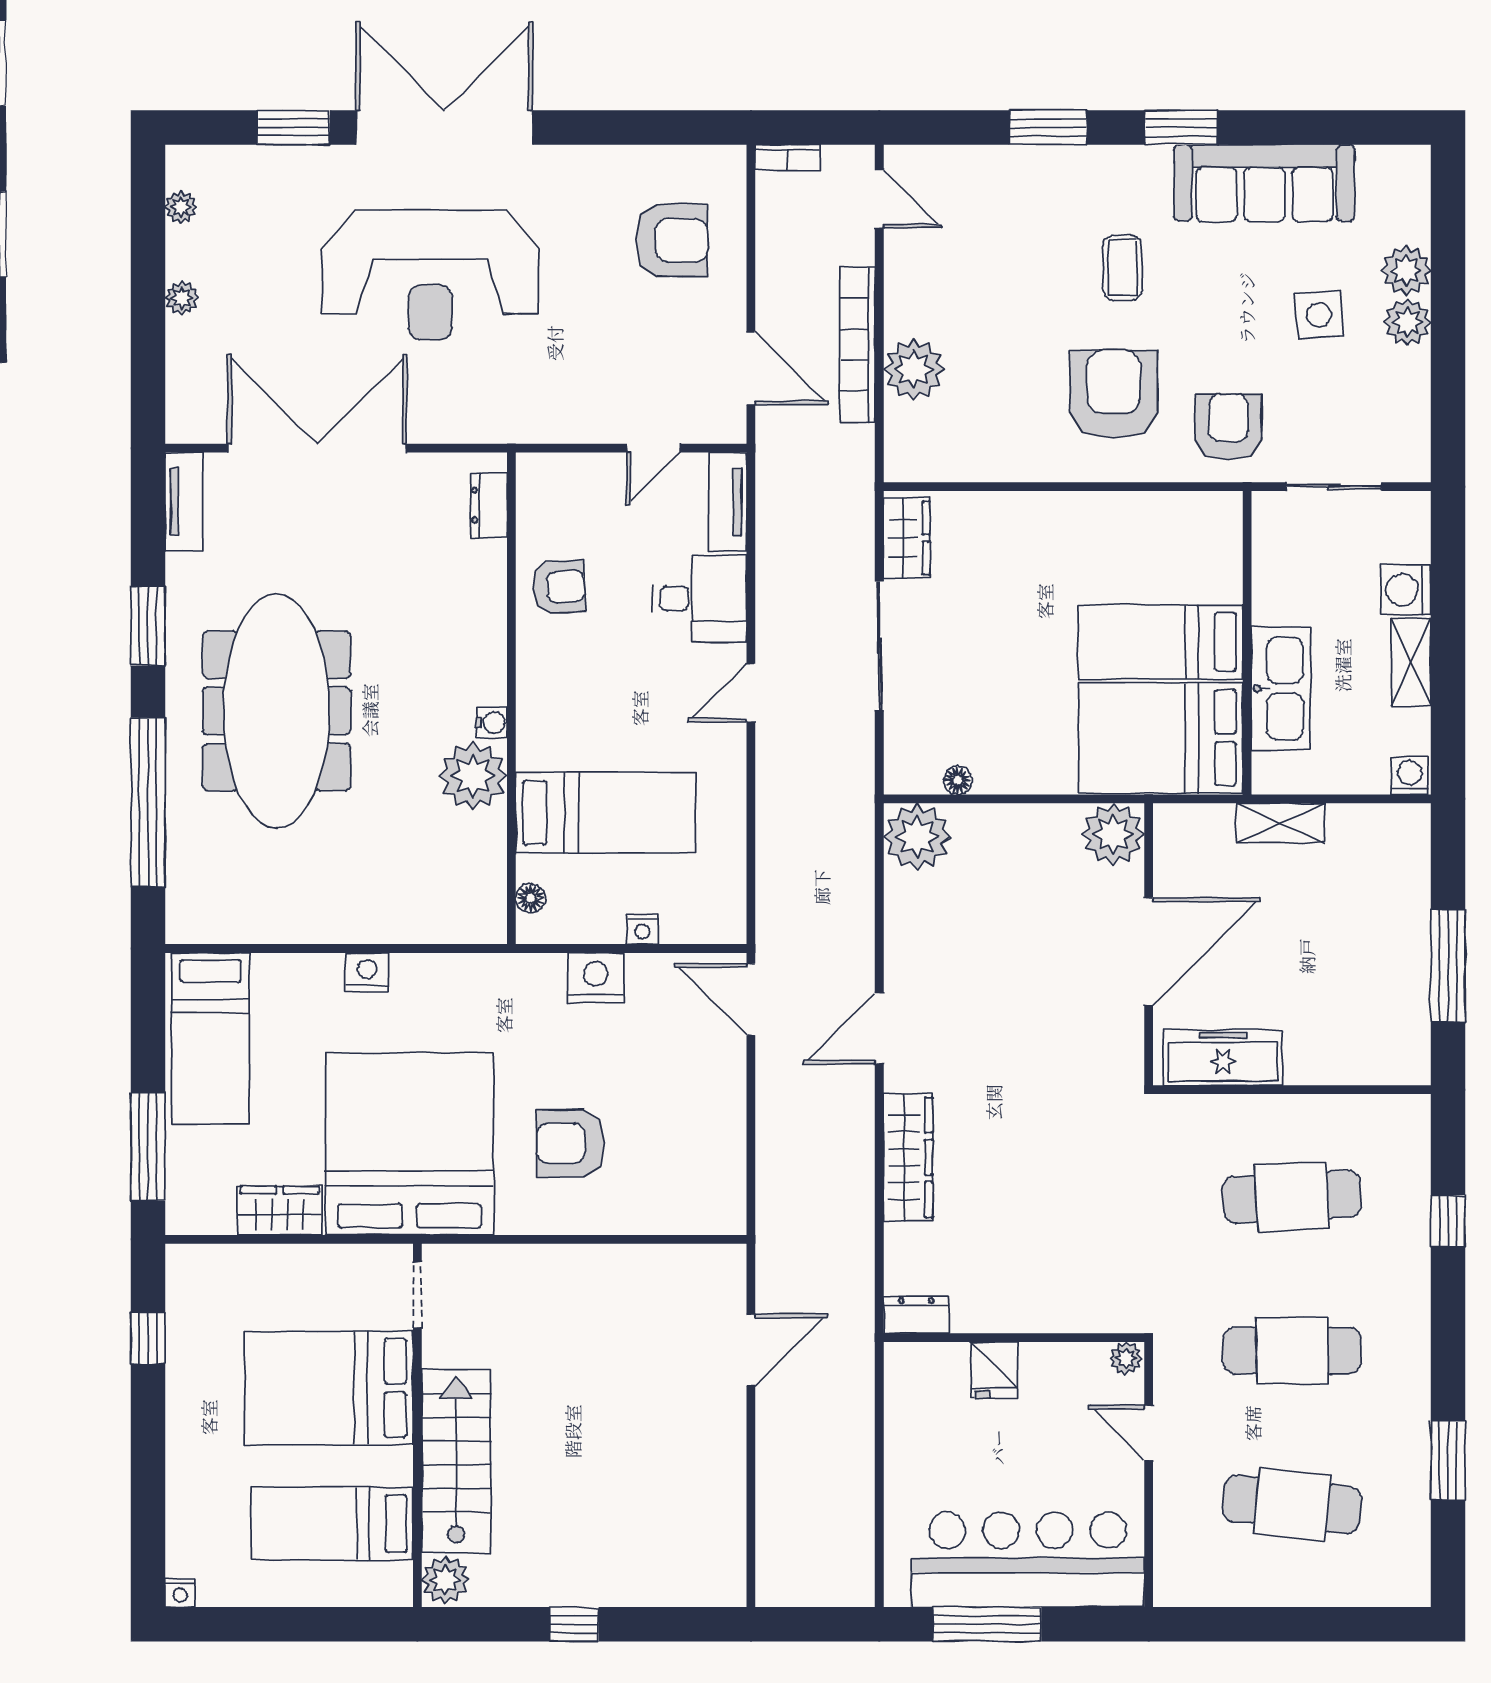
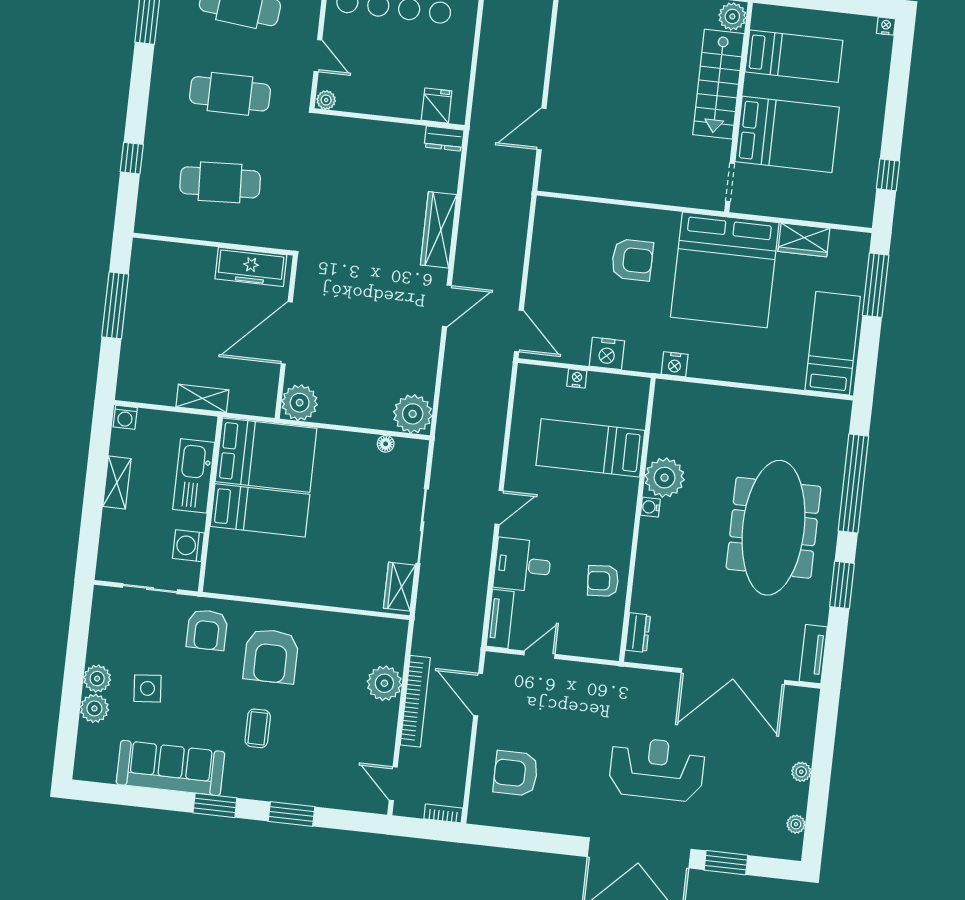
reception desk: (430, 275) -> (657, 769), width x0.74, depth x0.77
washing machine: (1406, 590) -> (188, 546), moved, turned 180
floor lamp: (531, 898) -> (639, 404), removed
nightstand: (367, 972) -> (675, 364), moved
fridge: (994, 1370) -> (437, 106), moved

